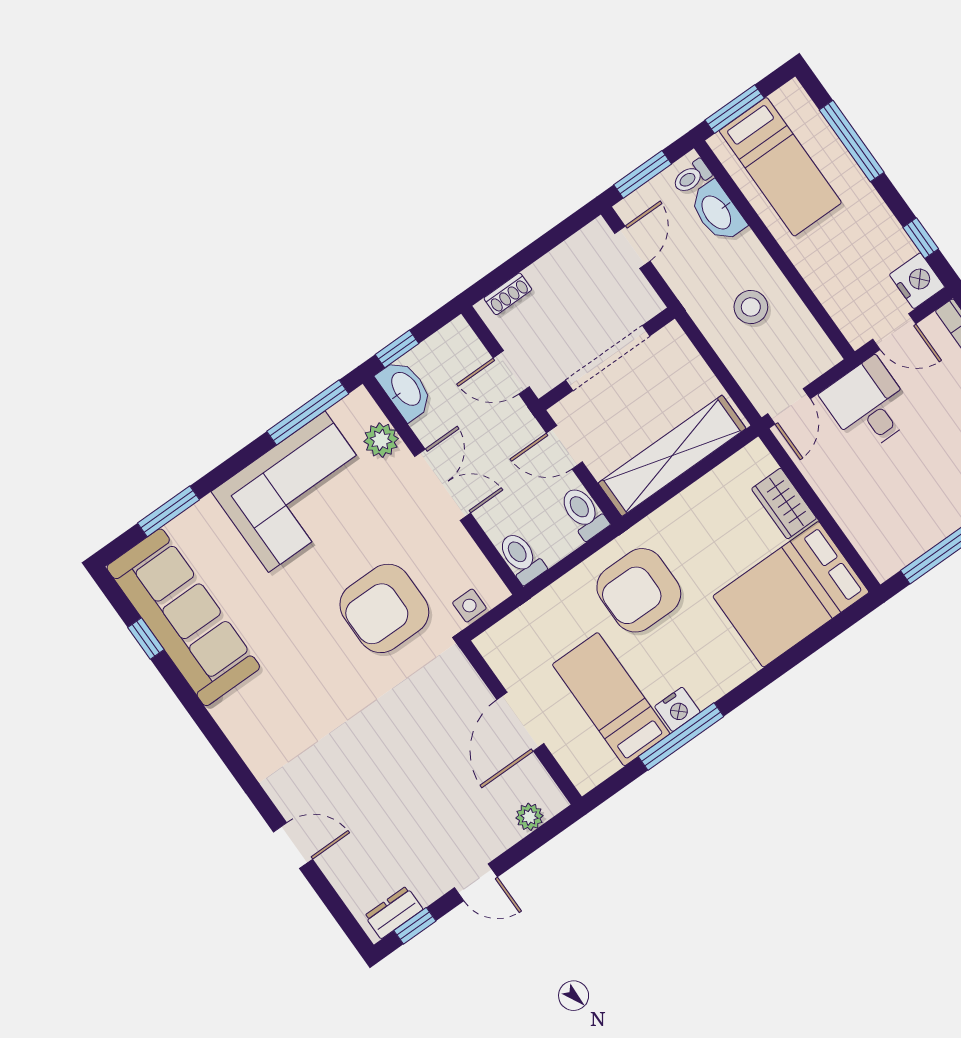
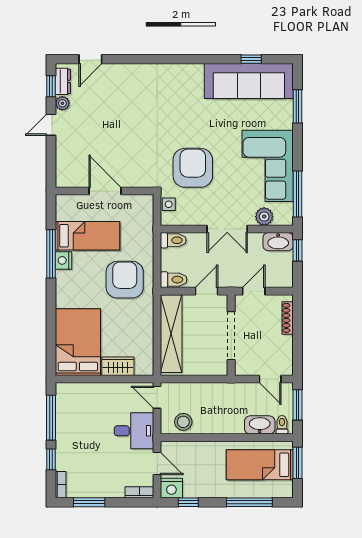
shoe rack: (508, 294) -> (288, 318), width x1.43
stool: (751, 307) -> (183, 422), moved
door: (894, 332) -> (157, 463), swing flipped
plant: (529, 817) -> (62, 103), moved
door: (293, 846) -> (90, 59), moved

